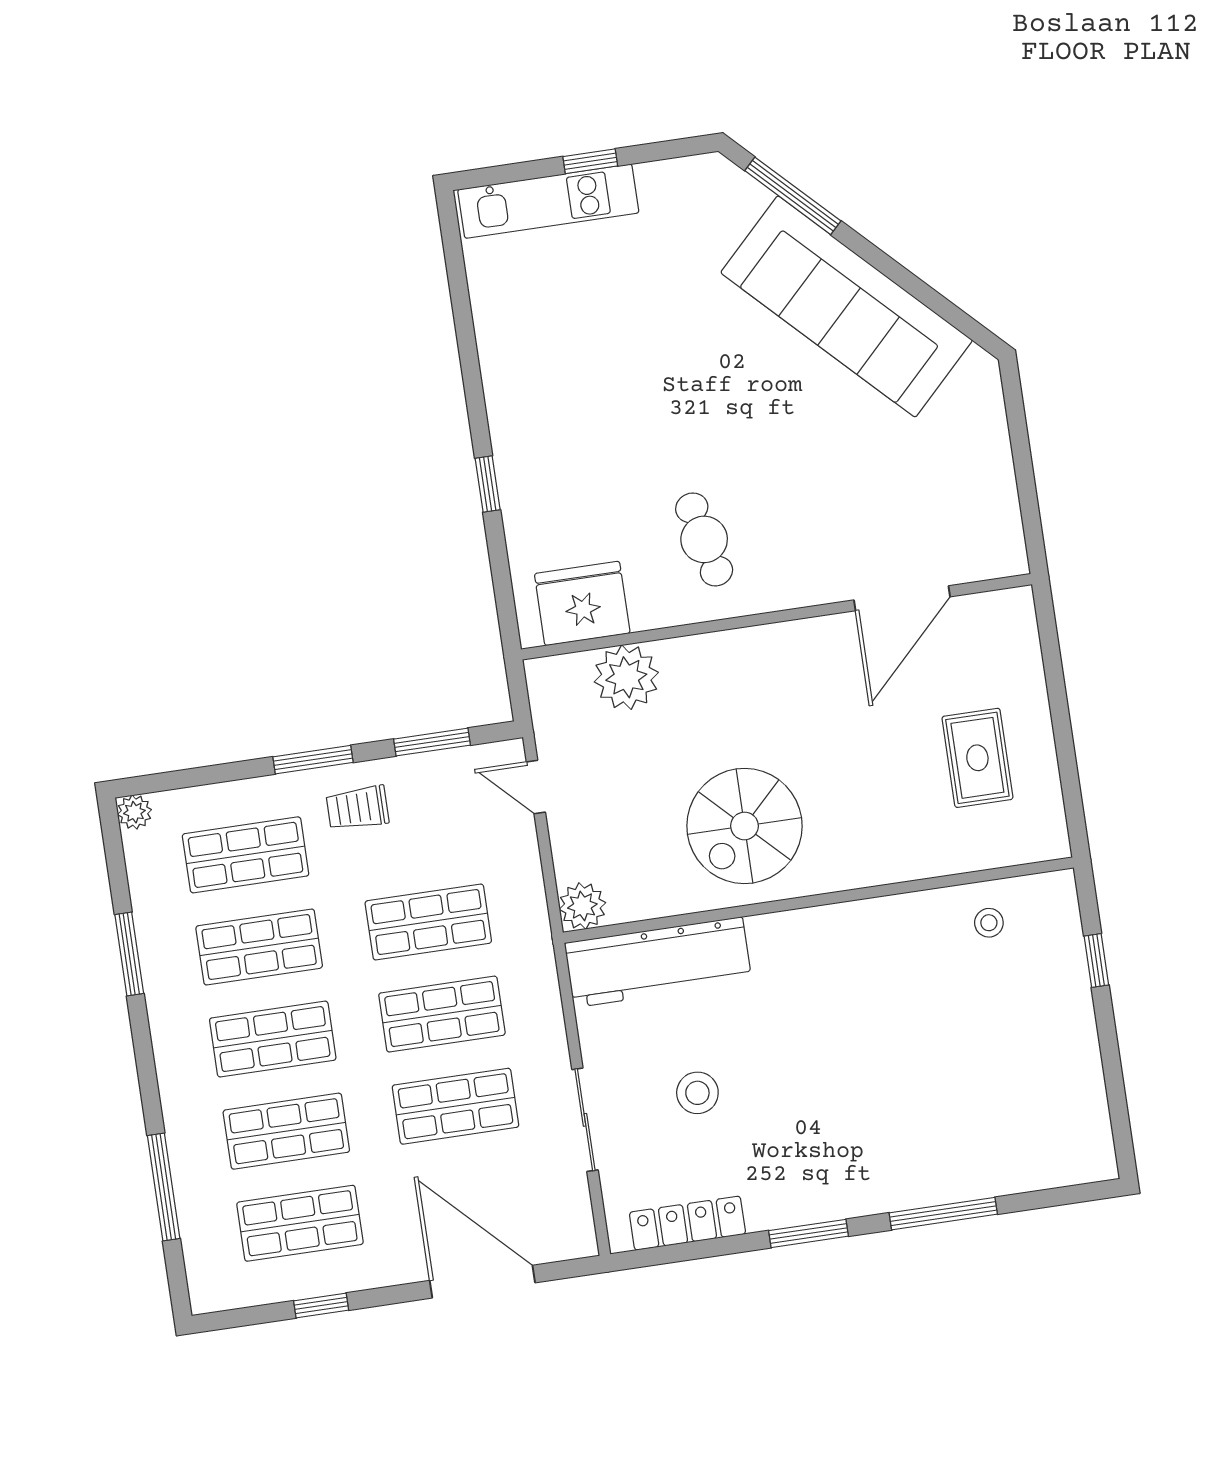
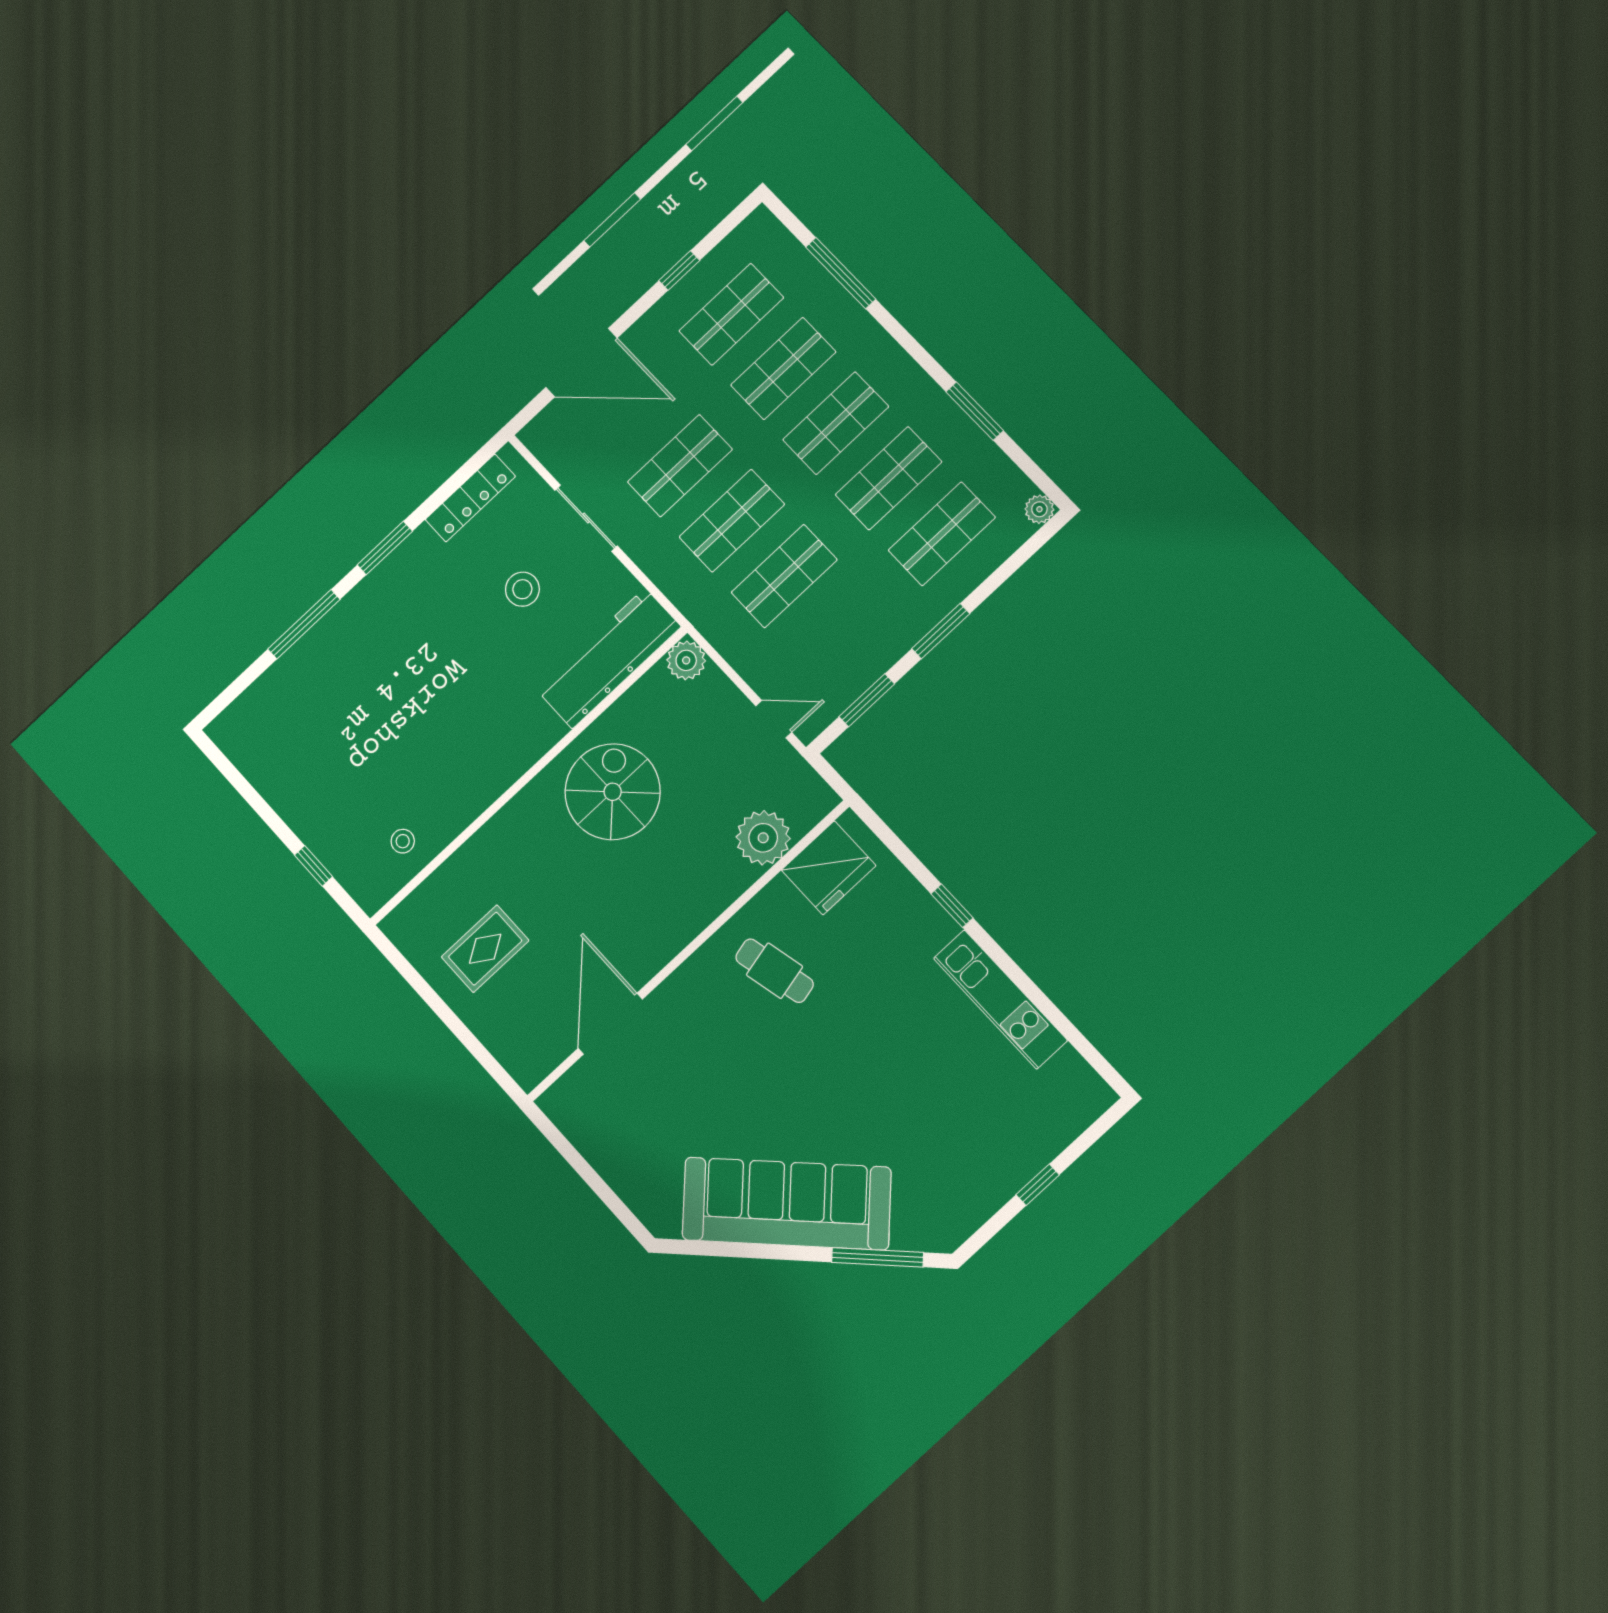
kitchen unit: (548, 201) -> (1000, 999), moved, turned -90
rug: (977, 758) -> (485, 949), turned 90
trolley: (358, 808) -> (887, 619), removed

